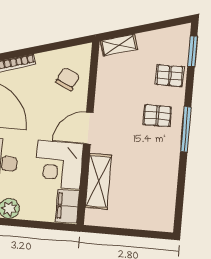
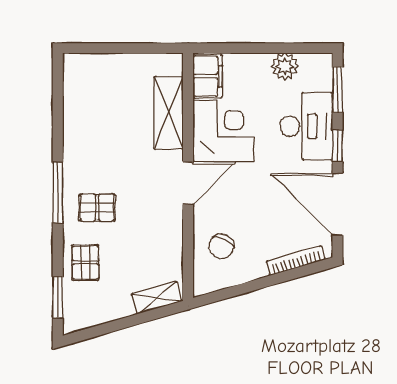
pallet: (170, 76) -> (85, 263), turned 90

